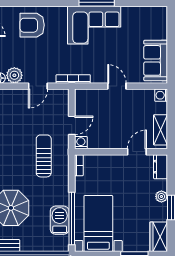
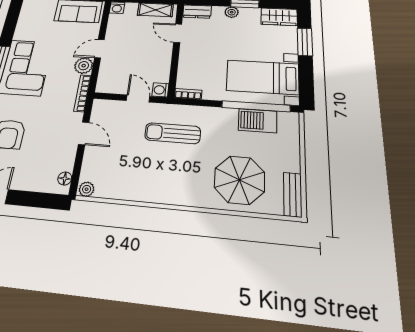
plant: (14, 75) -> (84, 66), moved

